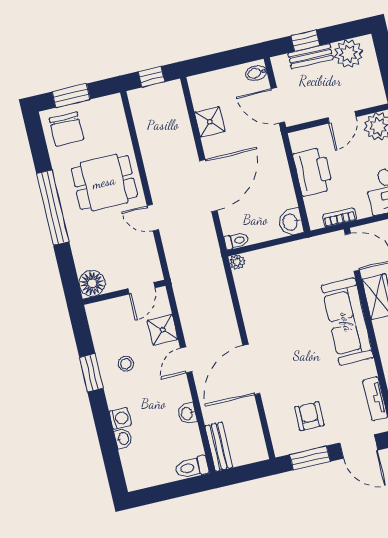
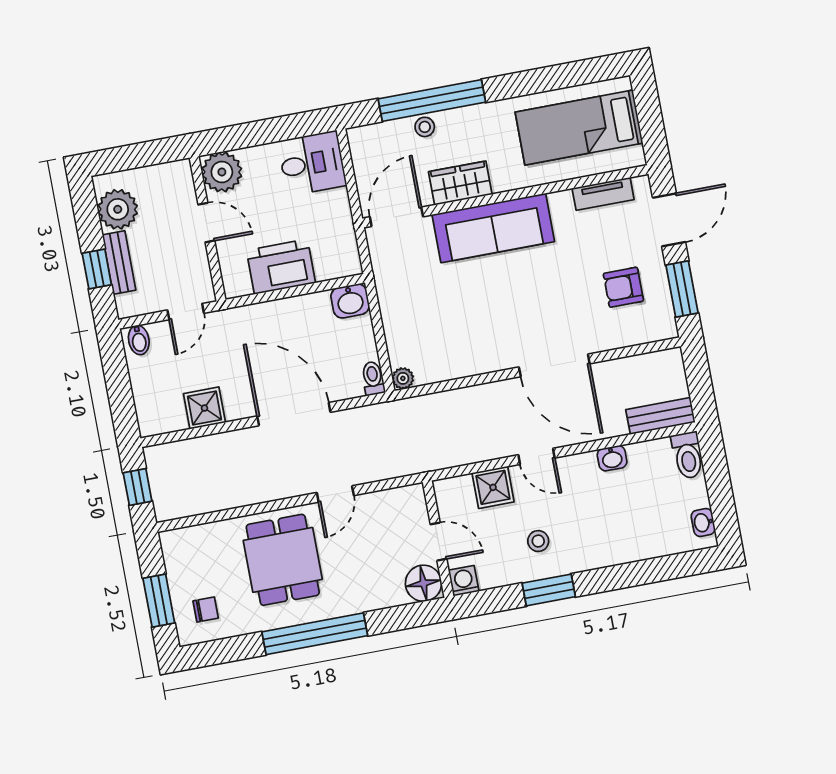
door: (278, 105) -> (186, 312), width x0.73
chair: (66, 129) -> (206, 609), width x0.54, depth x0.54
bookcase: (339, 217) -> (347, 232), removed
door: (141, 288) -> (439, 542), moved
washing machine: (120, 418) -> (464, 581), moved
washbasin: (123, 439) -> (703, 522), moved, turned -90

